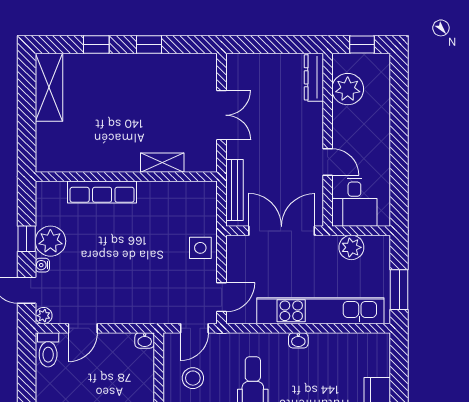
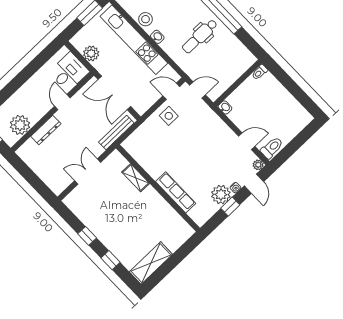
dresser: (314, 77) -> (46, 130), moved
side table: (200, 248) -> (169, 116), moved
stool: (193, 378) -> (146, 19), moved

